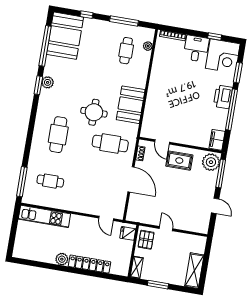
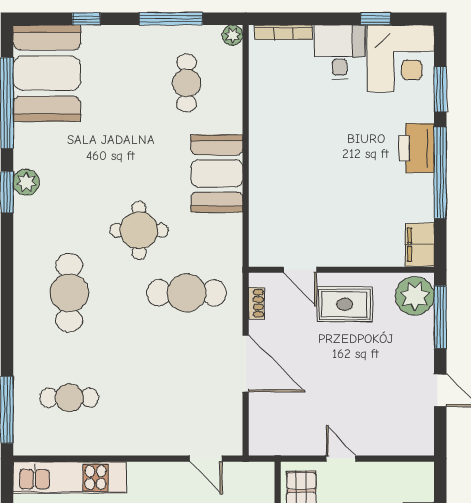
plant: (148, 46) -> (233, 35), moved
booth: (131, 105) -> (217, 174), moved
fridge: (128, 233) -> (259, 484), removed

